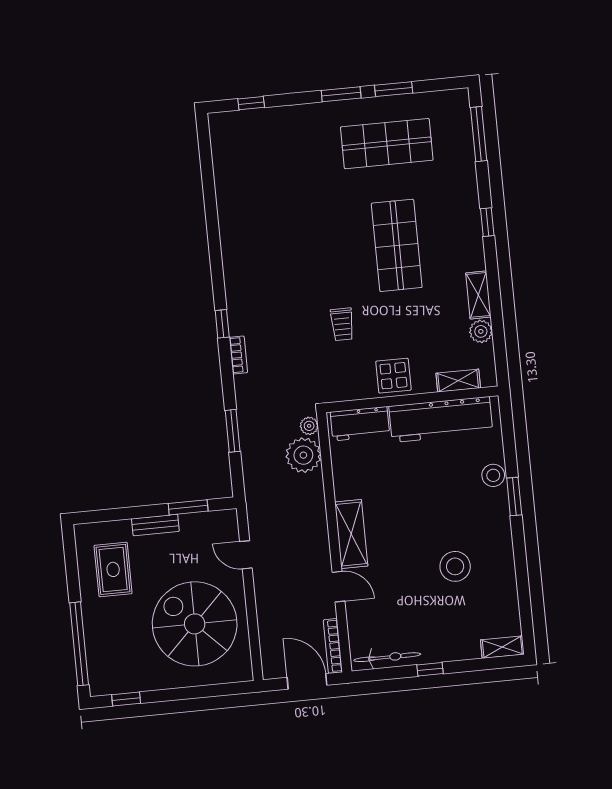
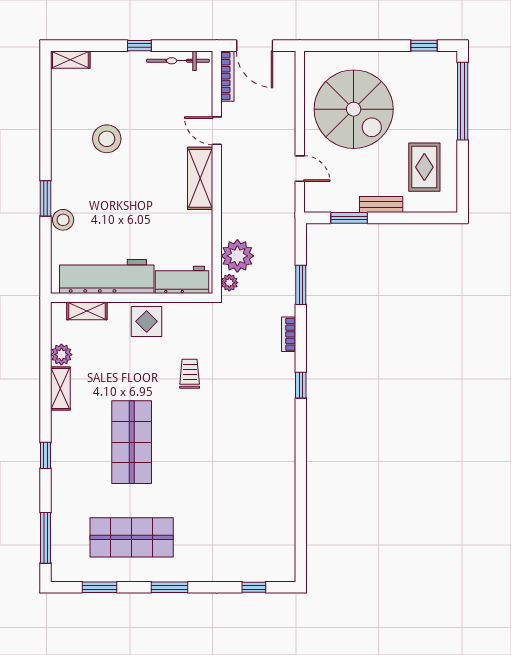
window: (394, 89) -> (99, 587), moved
bookcase: (238, 355) -> (289, 334), moved

